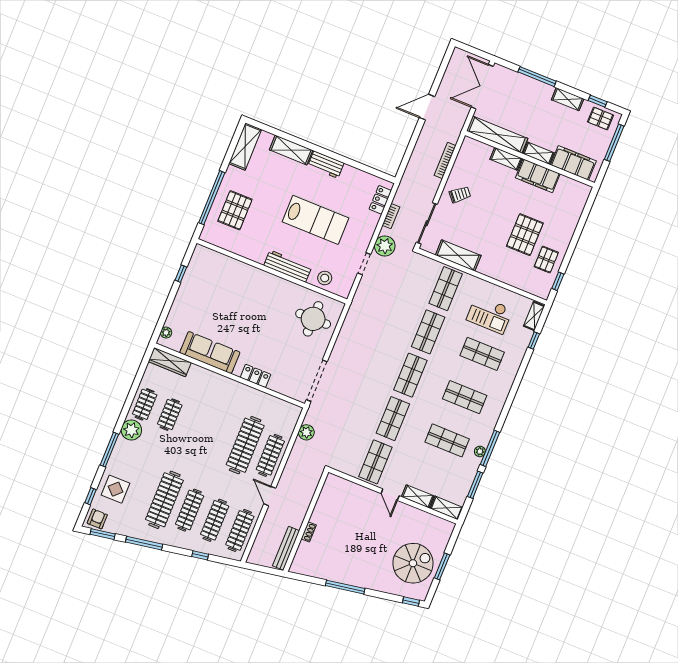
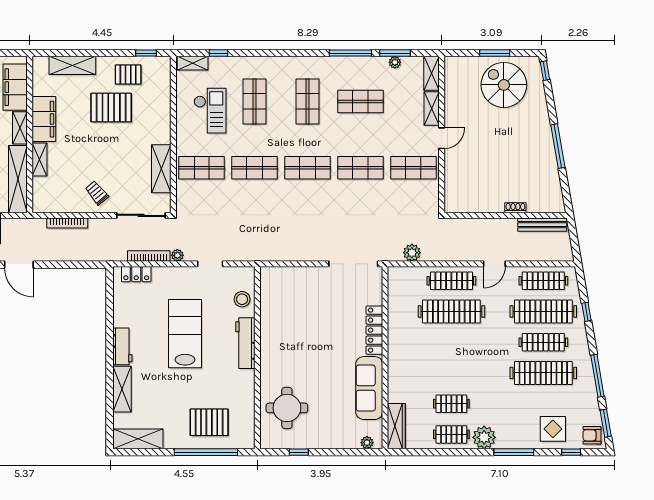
bookcase: (391, 216) -> (149, 256), width x1.56
shelving: (572, 217) -> (72, 65), added
plant: (385, 246) -> (177, 255), width x0.53, depth x0.53
round table: (313, 319) -> (287, 408), moved
locker: (256, 376) -> (374, 330), width x1.53
shop shelf: (447, 440) -> (360, 101), turned 90
plant: (480, 451) -> (395, 62), moved
clothes rail: (215, 520) -> (543, 311), width x1.37, depth x1.31

